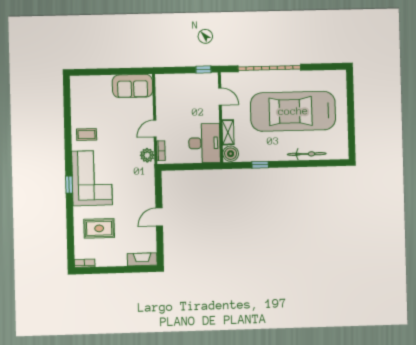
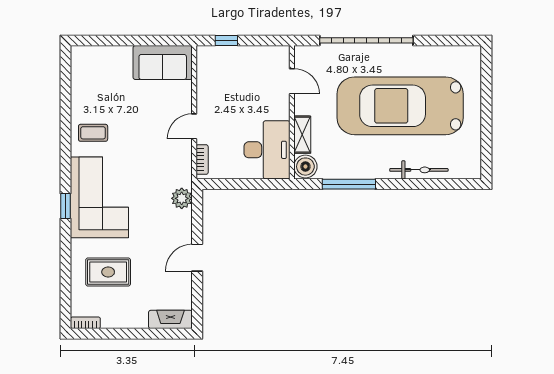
window: (203, 69) -> (226, 40), moved
plant: (147, 155) -> (182, 198), moved
window: (260, 165) -> (349, 184), width x2.17

